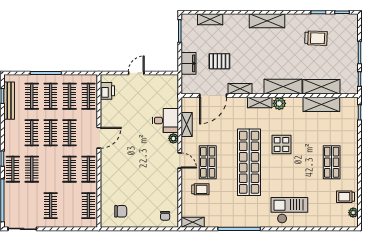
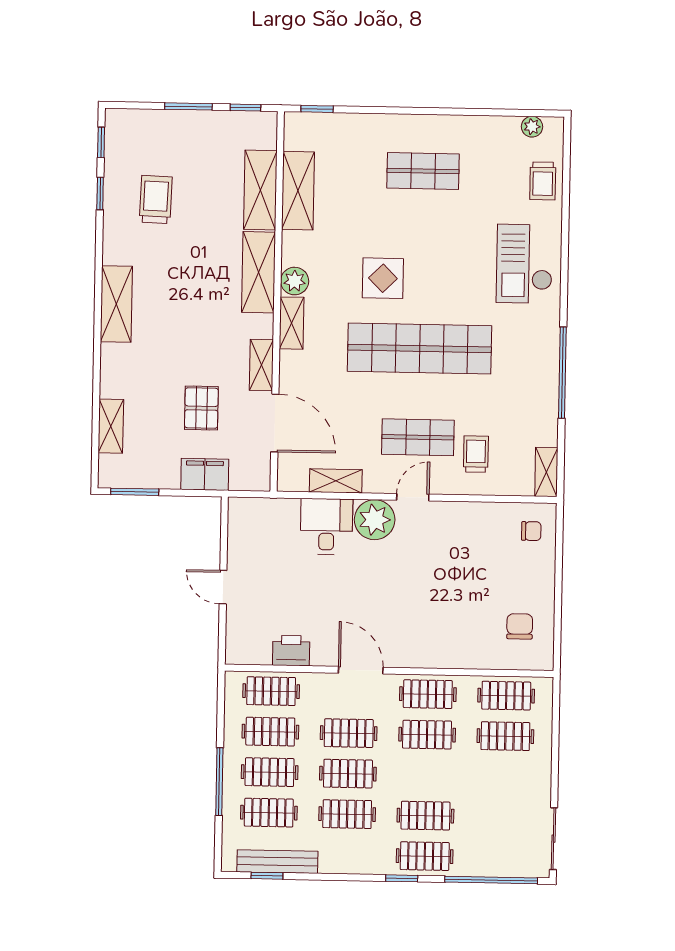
printer: (107, 91) -> (291, 651), moved
plant: (173, 138) -> (375, 520), width x1.87, depth x1.87
trolley: (345, 197) -> (543, 181), moved
clothes rail: (51, 206) -> (505, 736), moved

